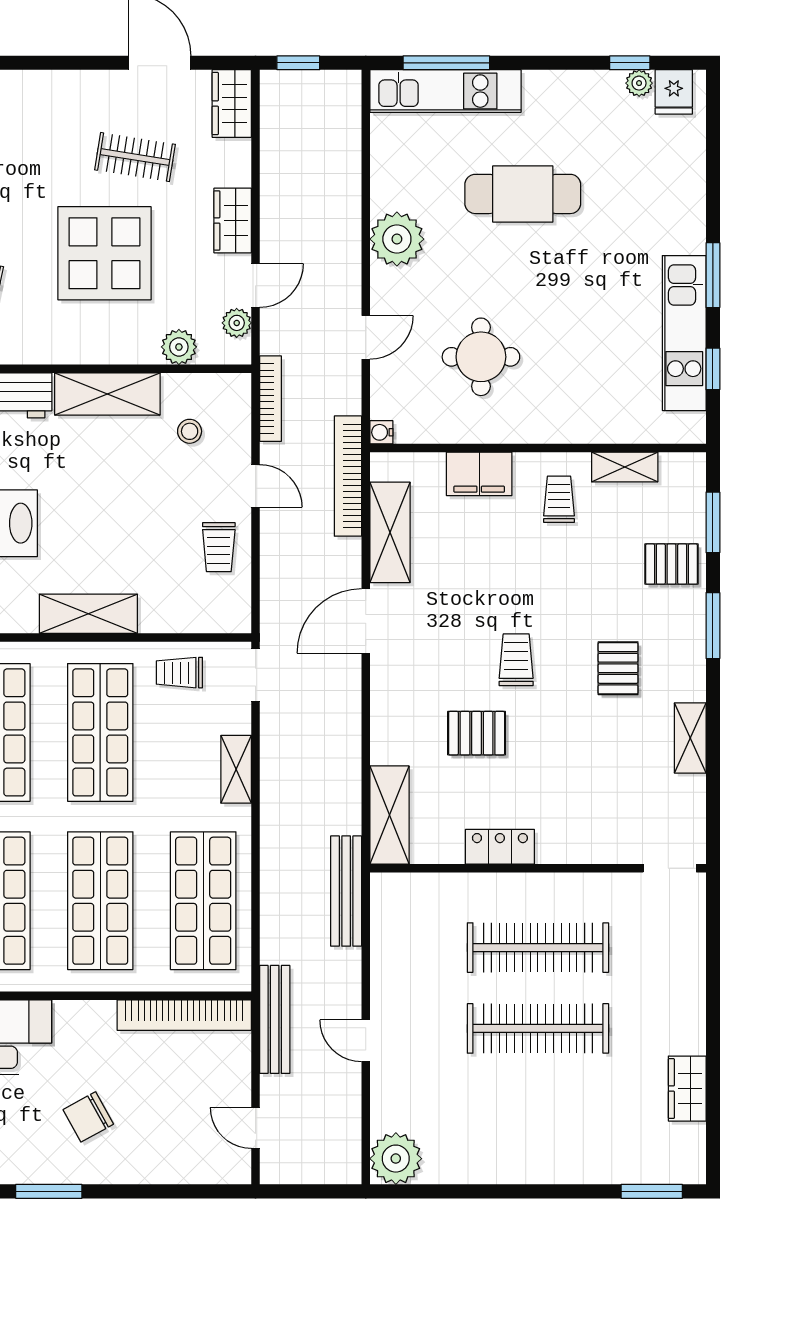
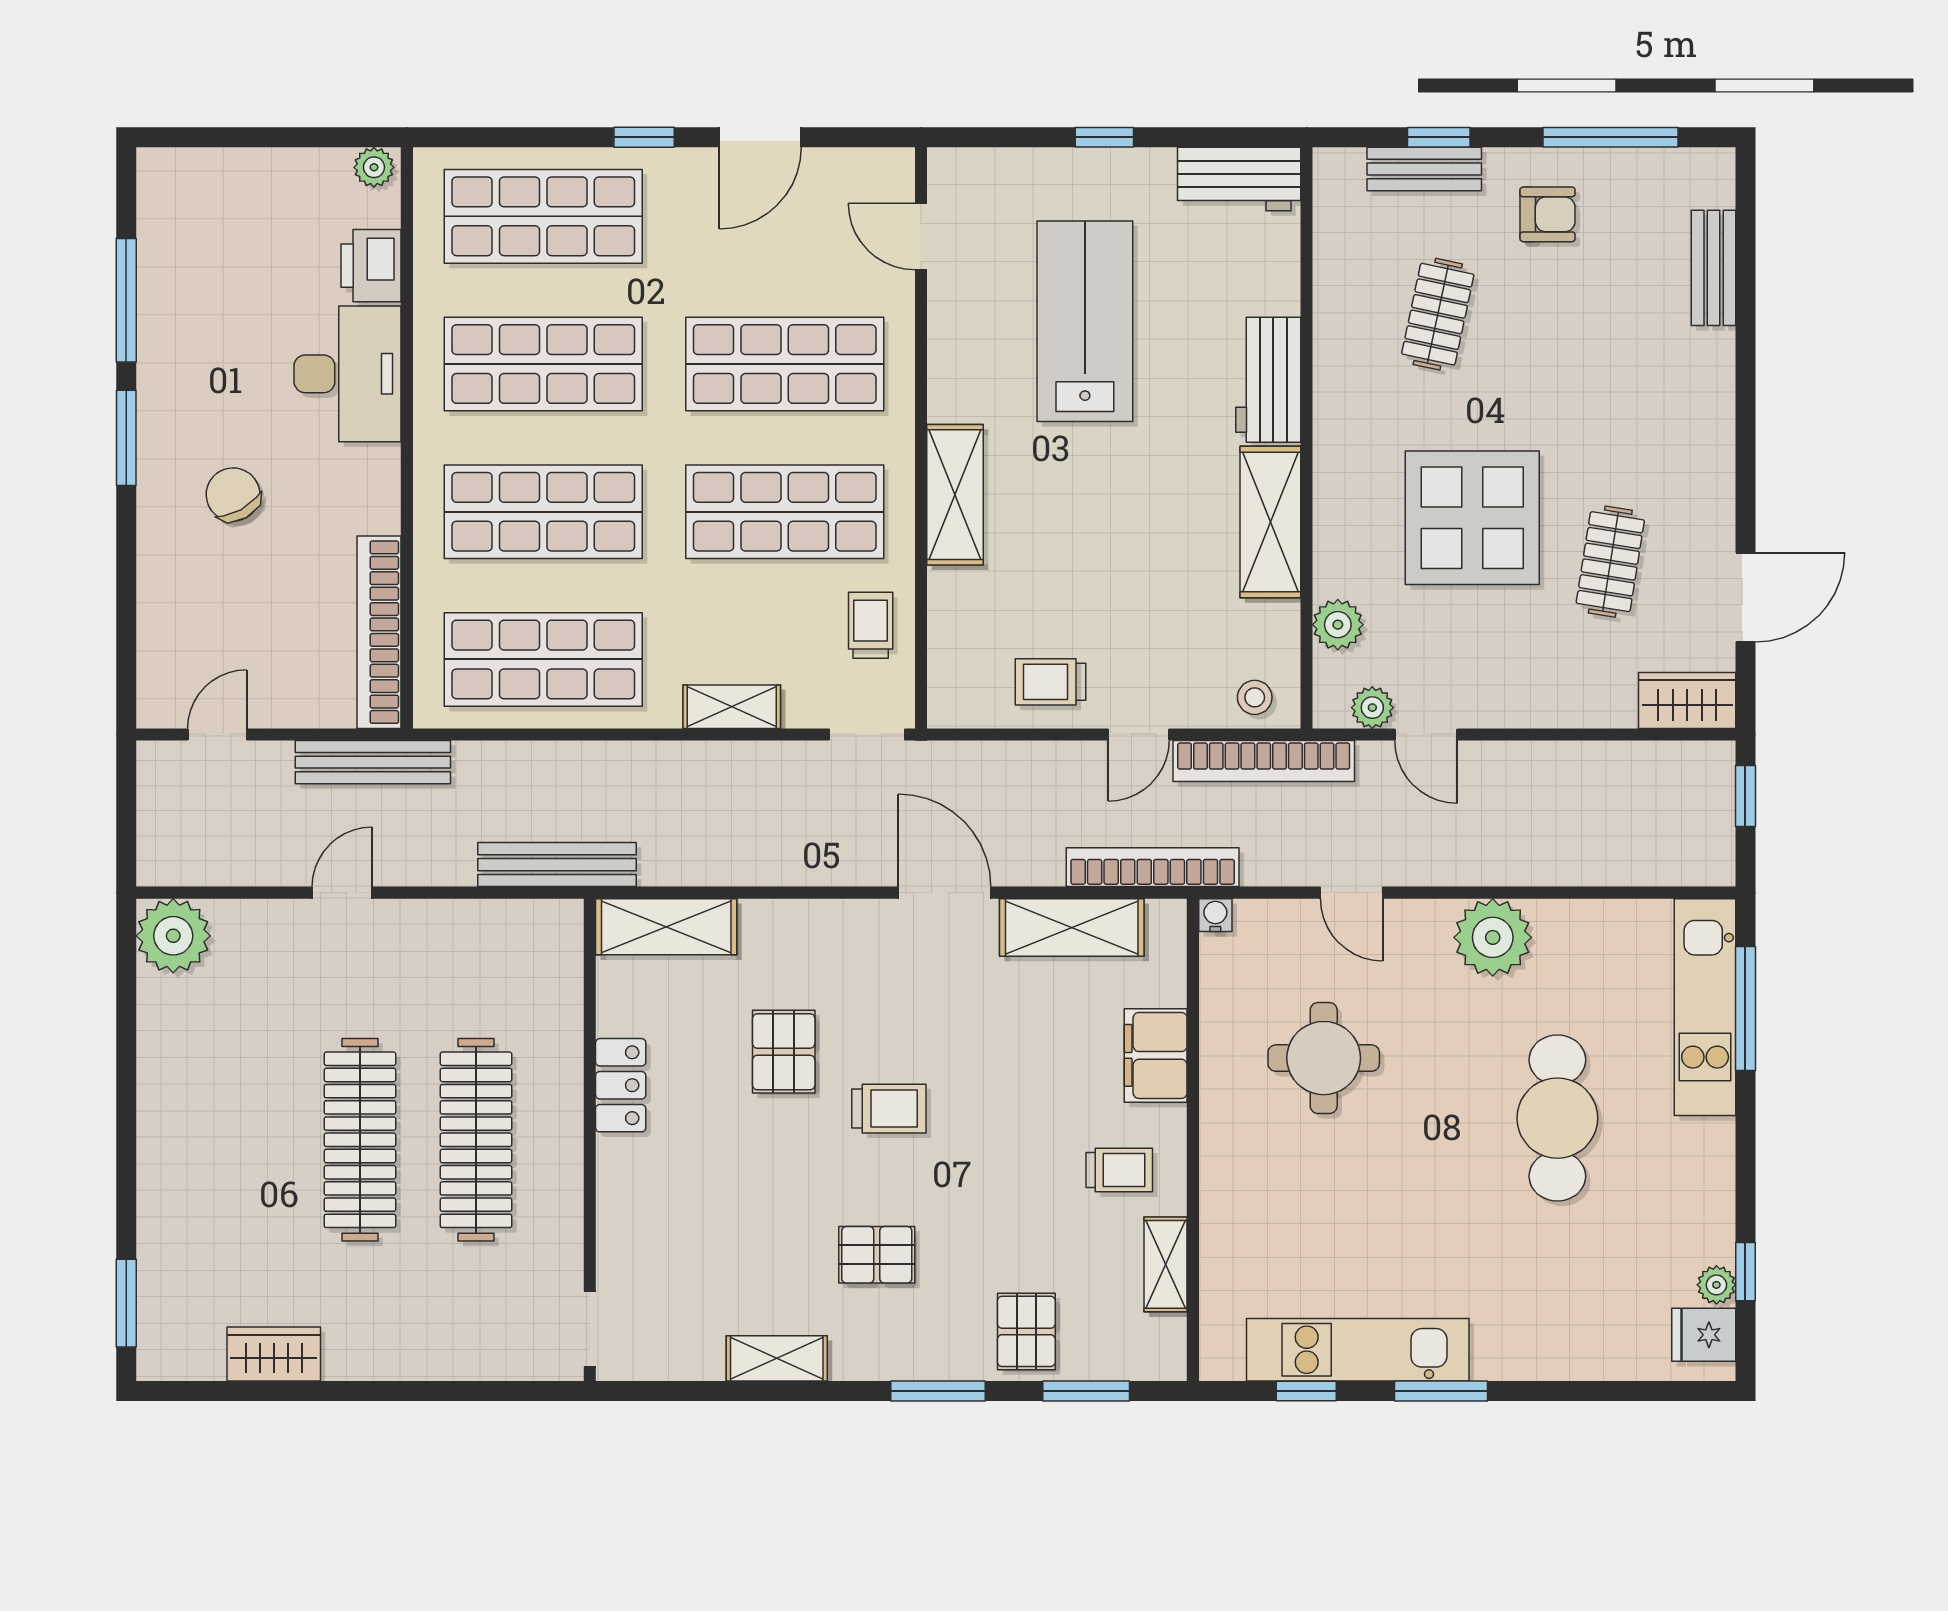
wardrobe: (233, 220) -> (1519, 702), removed
bookcase: (271, 399) -> (1264, 761), width x1.48, depth x1.31
stool: (190, 431) -> (1255, 697), moved

